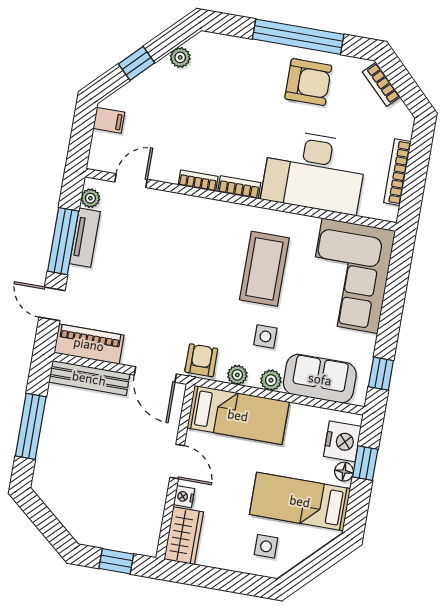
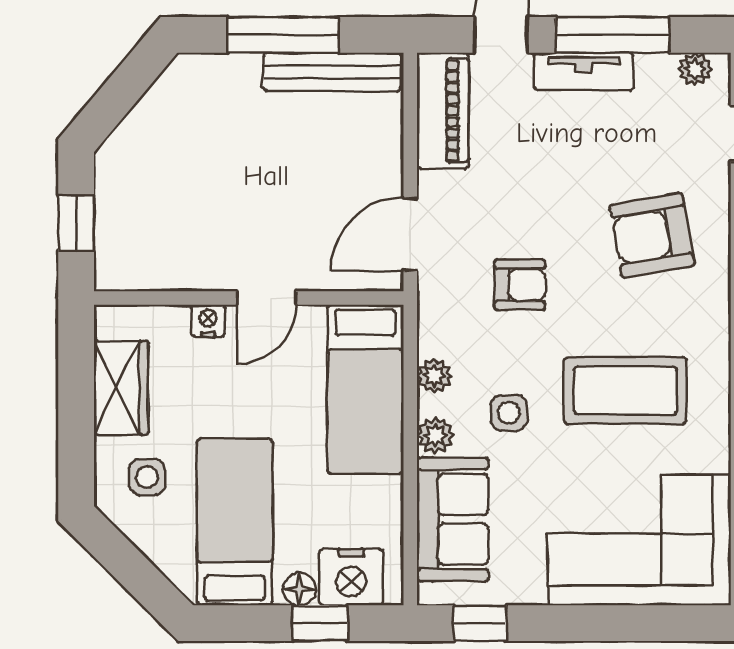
tv unit: (85, 238) -> (584, 71), moved
armchair: (180, 238) -> (652, 235), added
armchair: (201, 360) -> (520, 285), moved
bench: (89, 378) -> (332, 72), moved, turned 90
wardrobe: (184, 536) -> (121, 388), moved, turned -90

